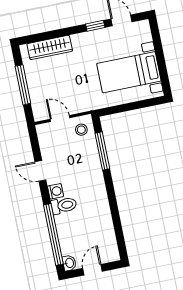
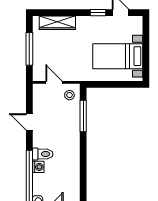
washing machine: (56, 191) -> (38, 167), moved

